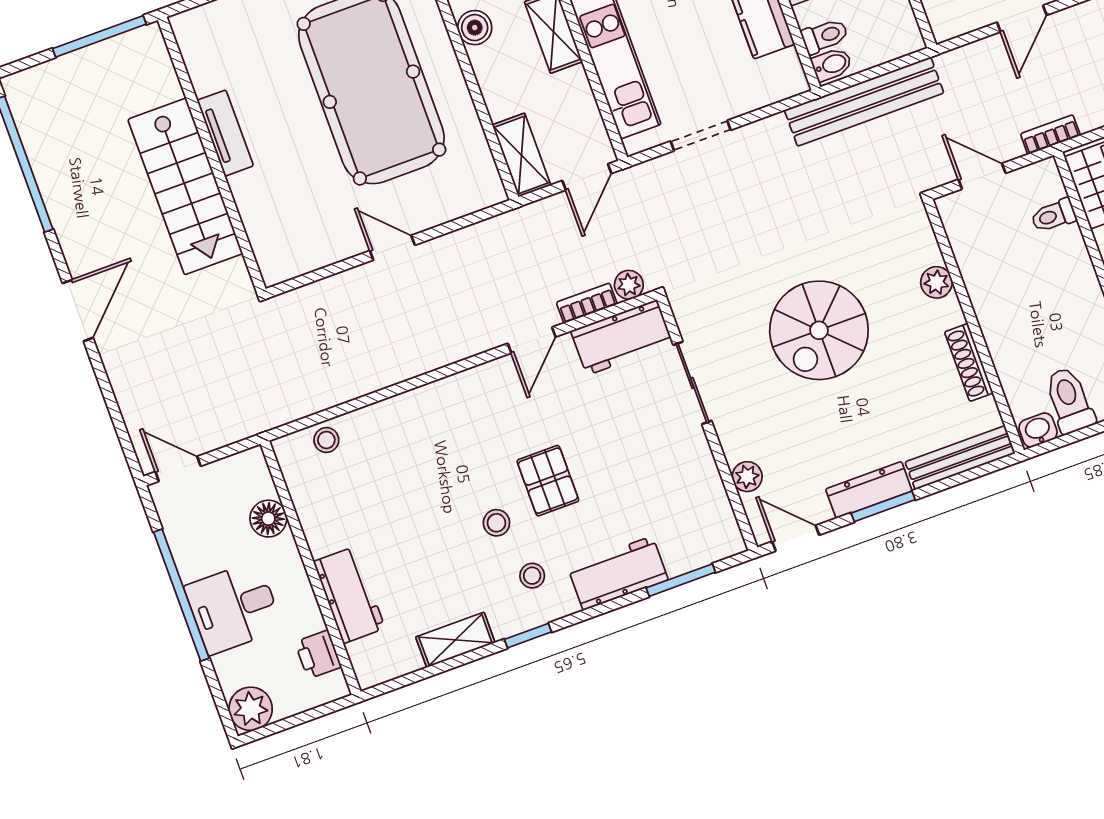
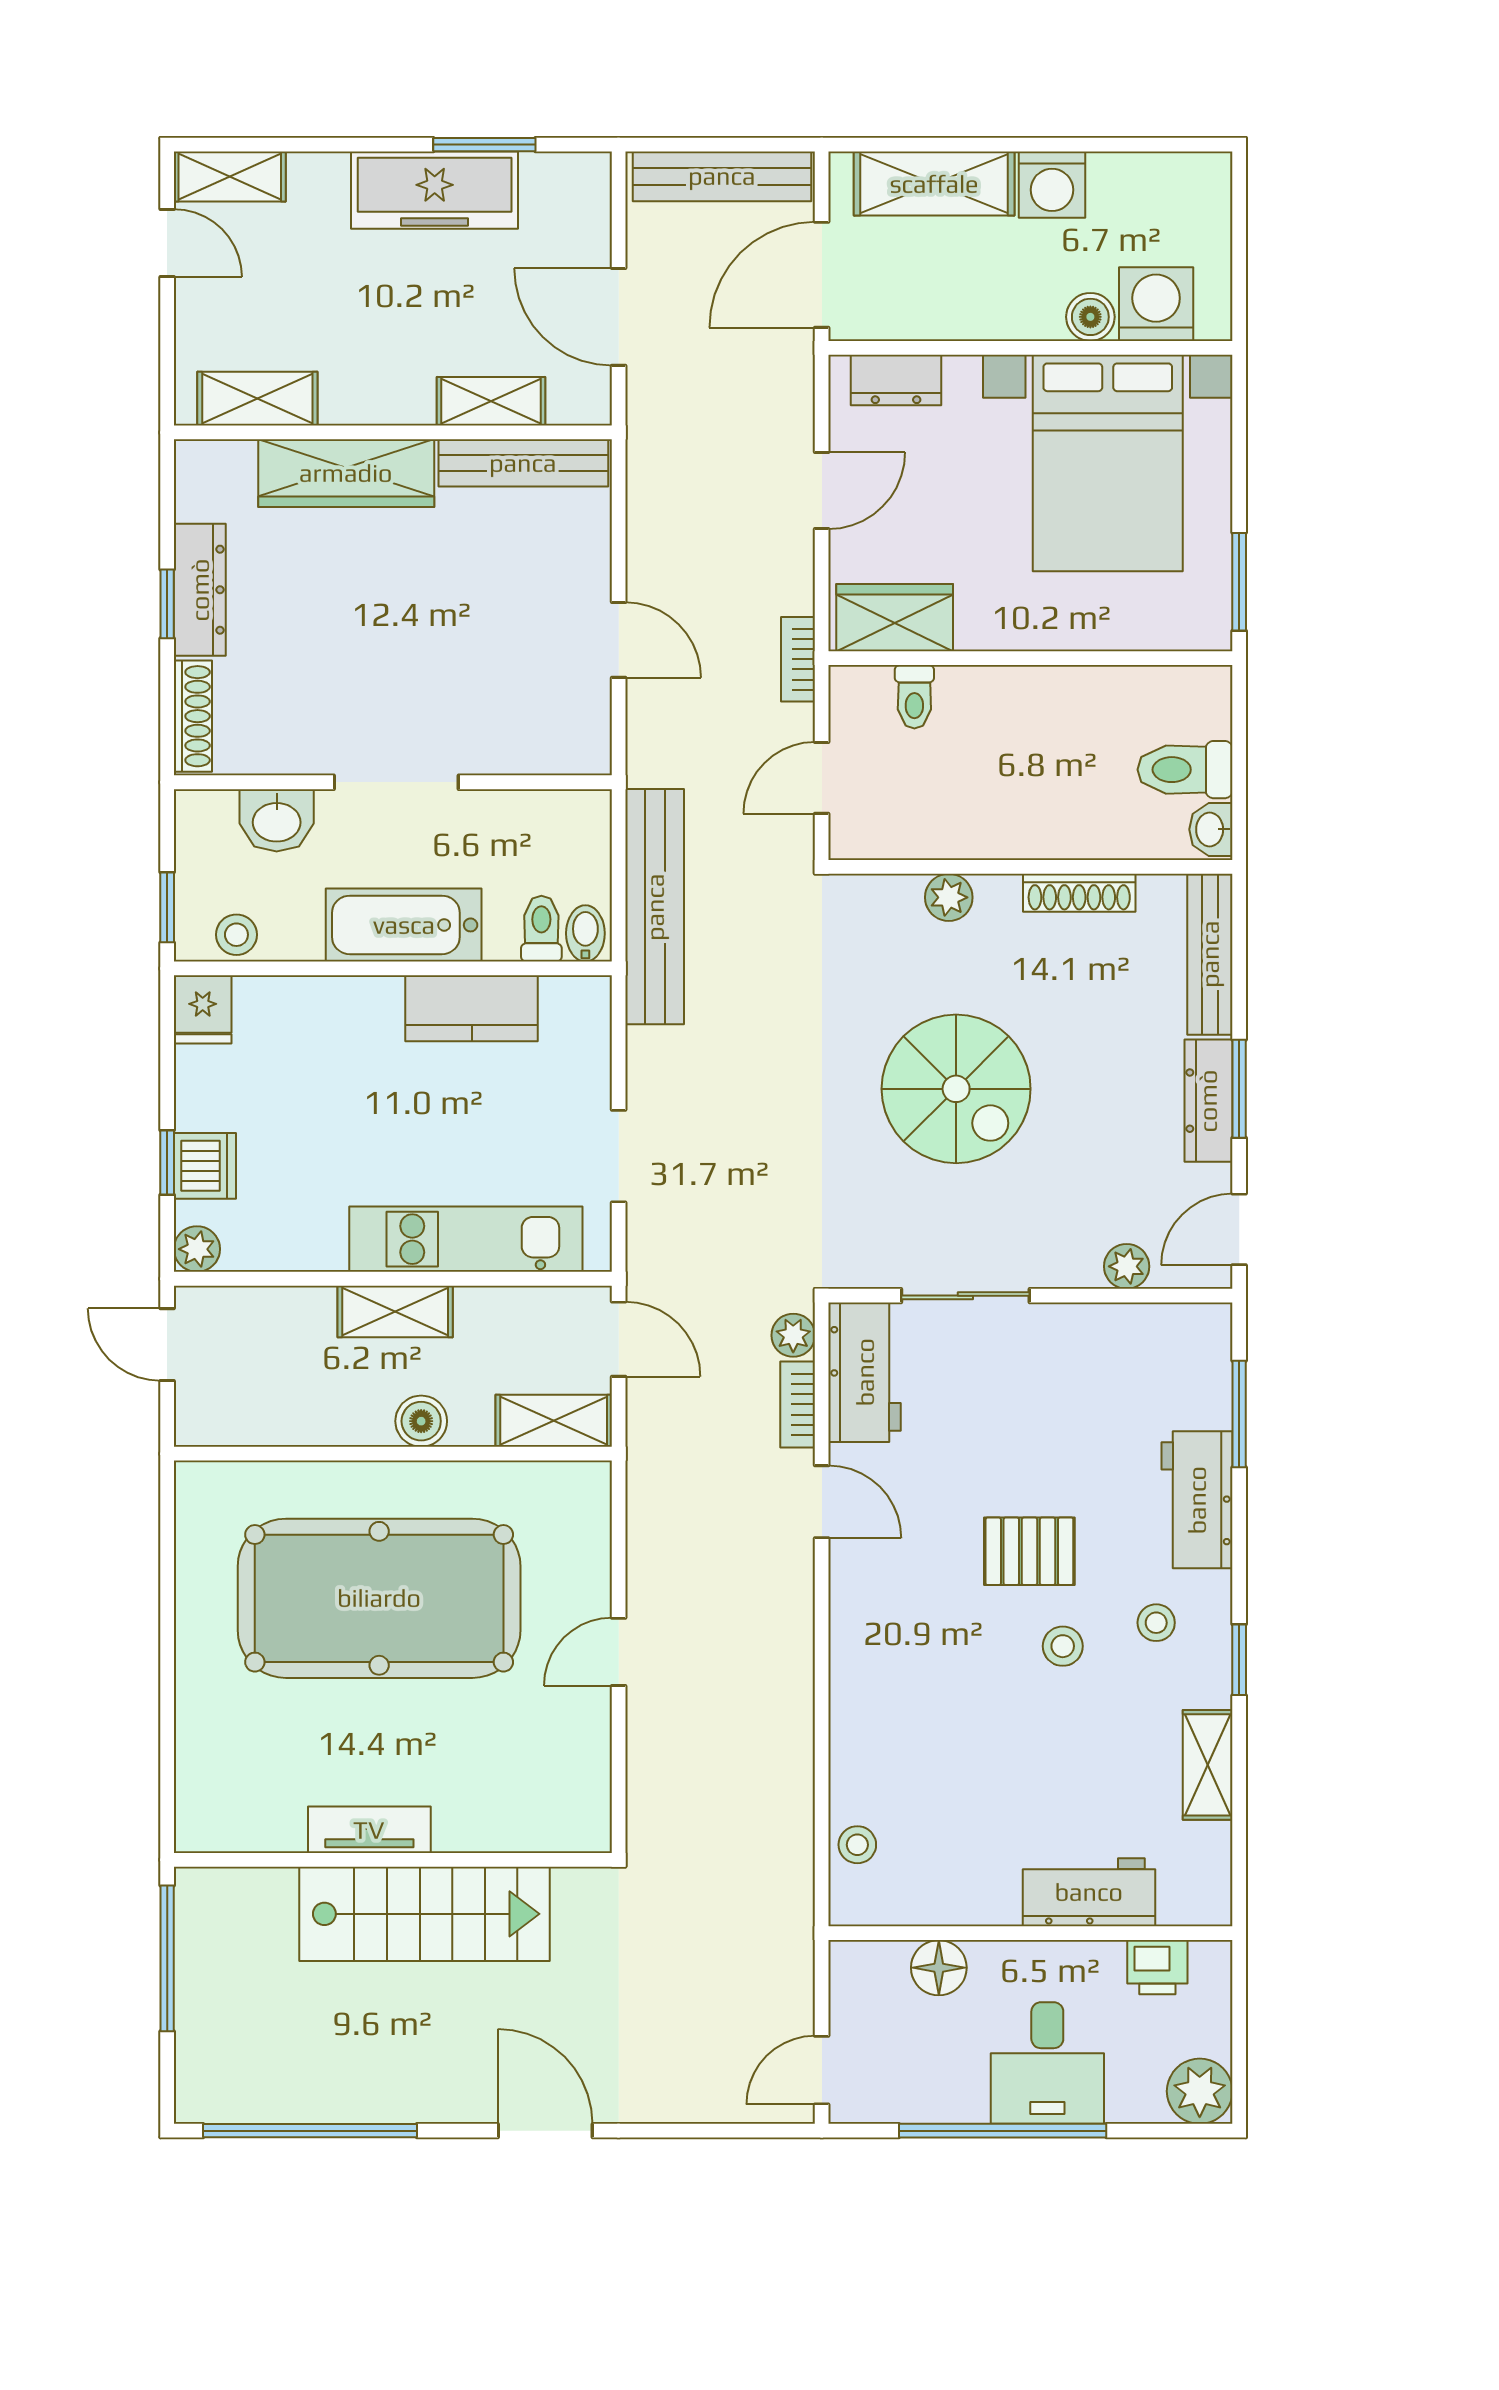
boiler: (475, 28) -> (421, 1421), moved

